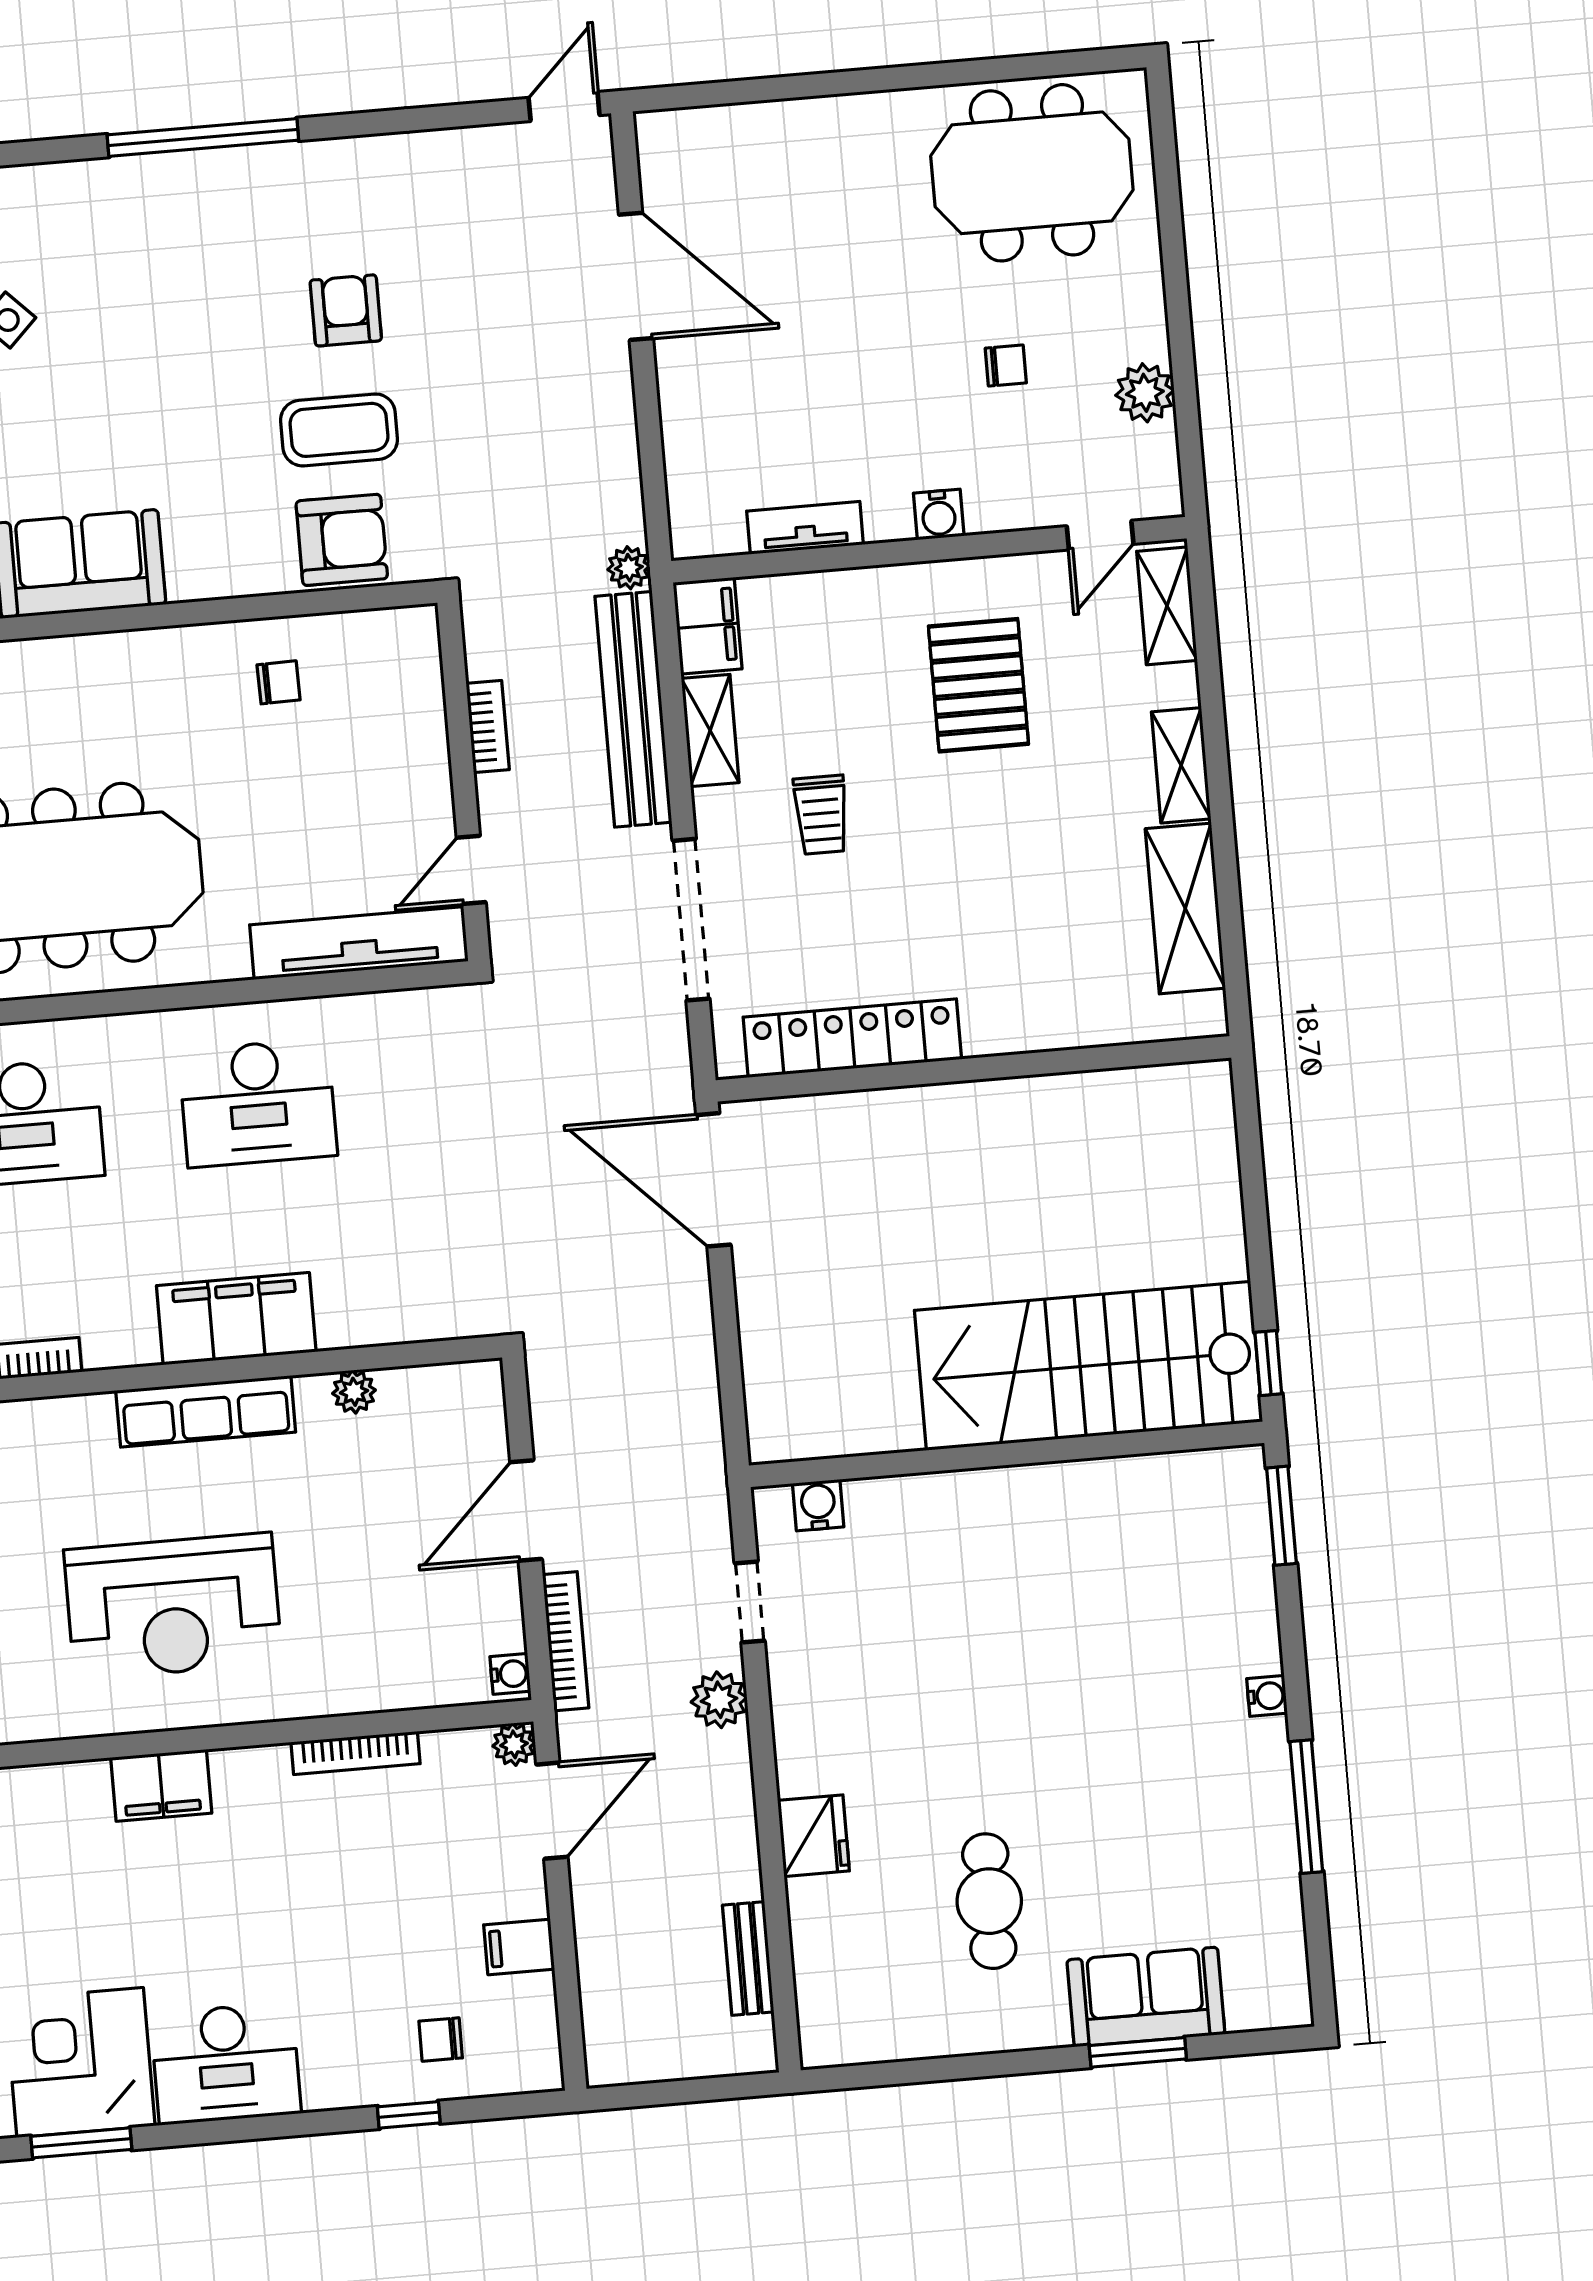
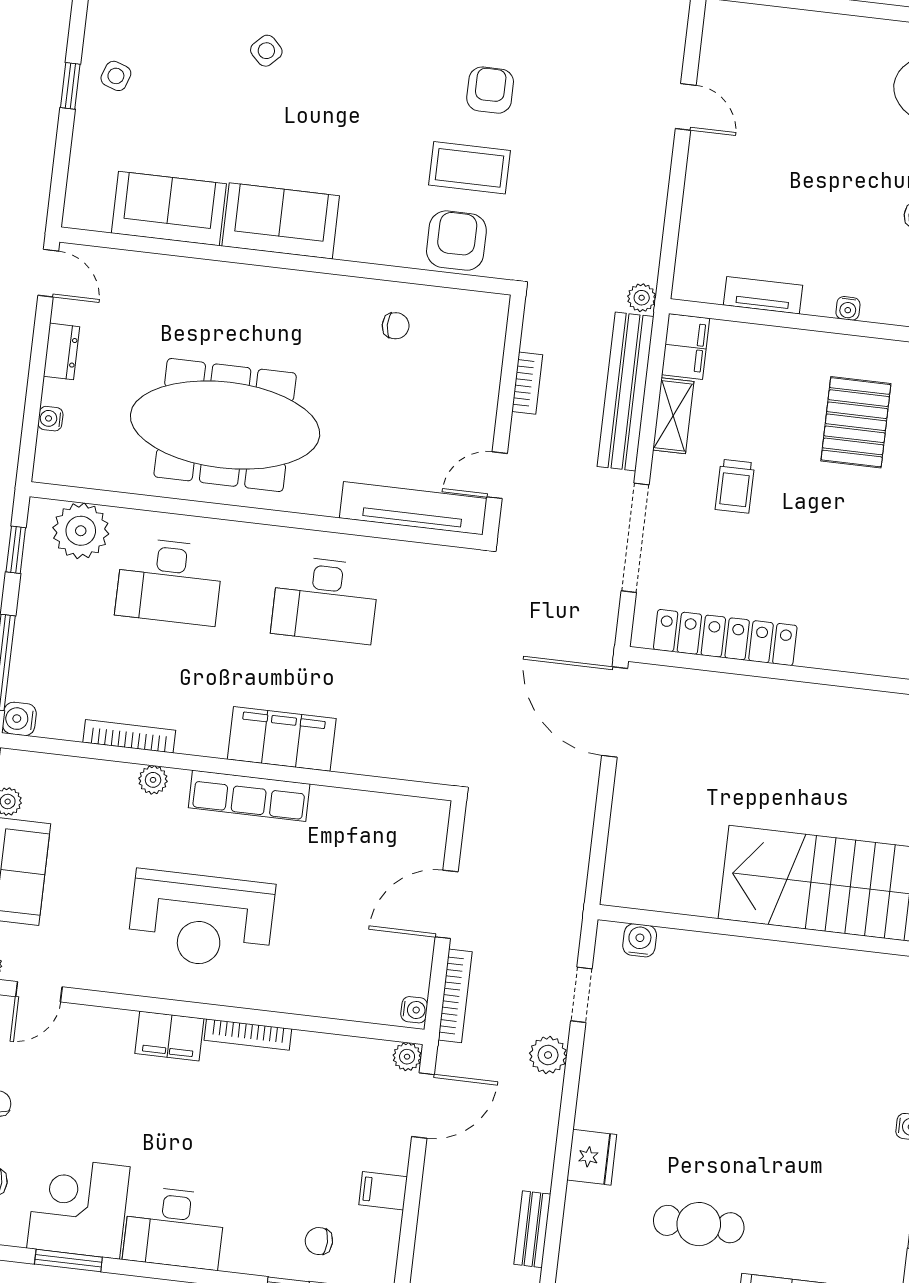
door: (636, 276) -> (686, 107), width x0.53
water cooler: (939, 515) -> (848, 308), width x0.72, depth x0.72
armchair: (342, 540) -> (456, 241), turned -90
plant: (354, 1392) -> (153, 780), moved
bookcase: (356, 1753) -> (248, 1035), moved
cafe table: (989, 1901) -> (699, 1224), turned 90

